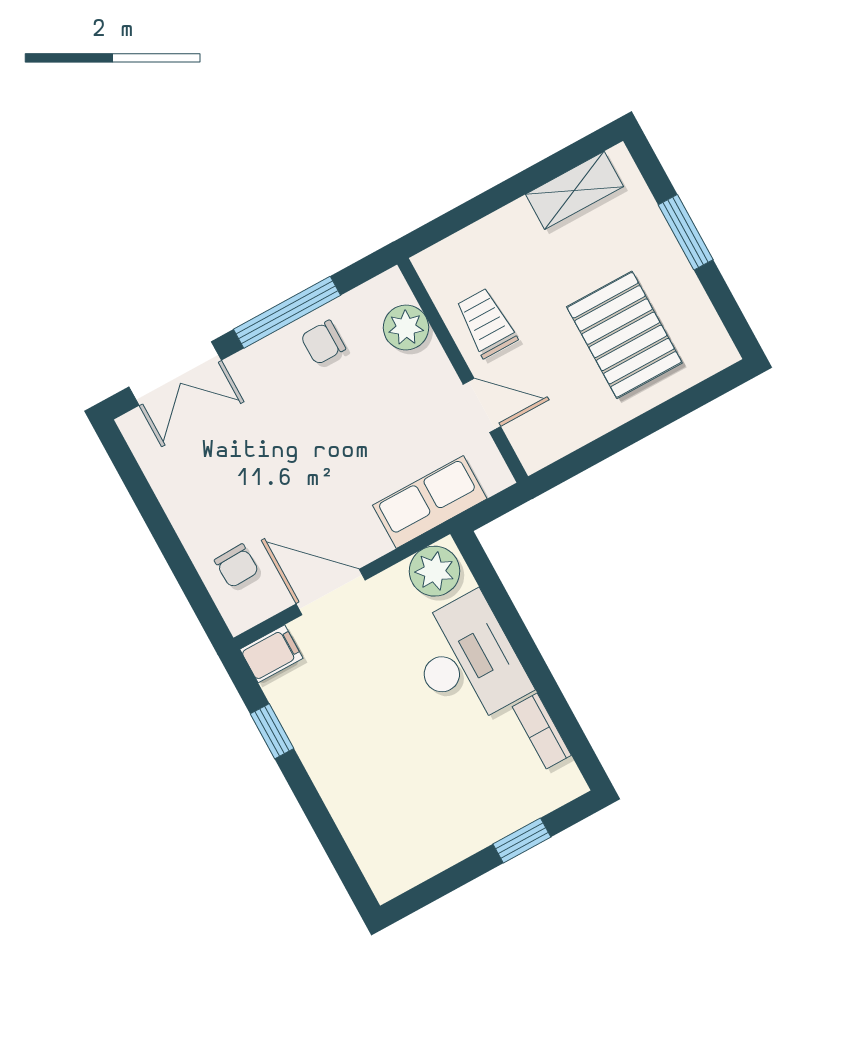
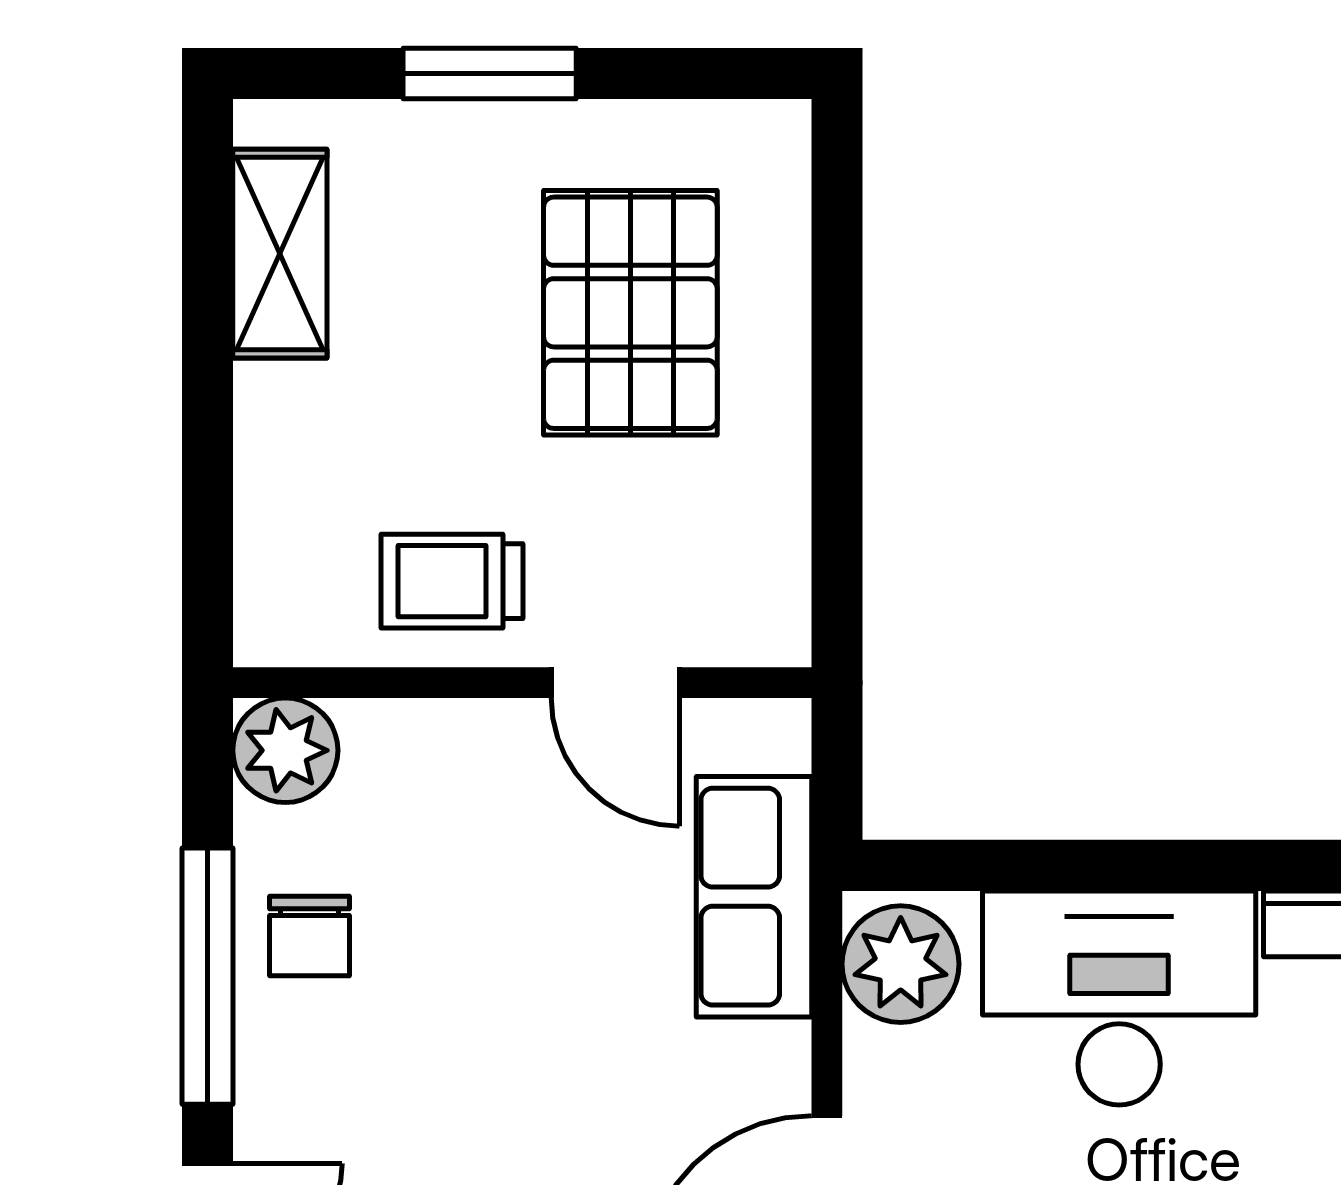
plant: (406, 327) -> (285, 750), moved
pallet: (624, 335) -> (630, 313), turned 90
door: (482, 405) -> (615, 683), swing flipped

